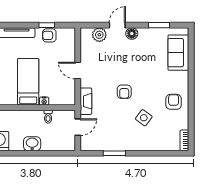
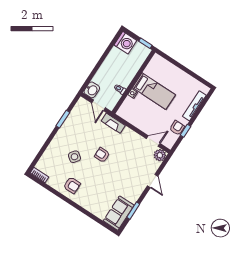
floor lamp: (132, 34) -> (140, 187), removed
plant: (99, 35) -> (160, 155), moved
sofa: (178, 53) -> (119, 213), moved, turned -90
door: (78, 71) -> (153, 141), moved
washbasin: (32, 144) -> (92, 90), moved

